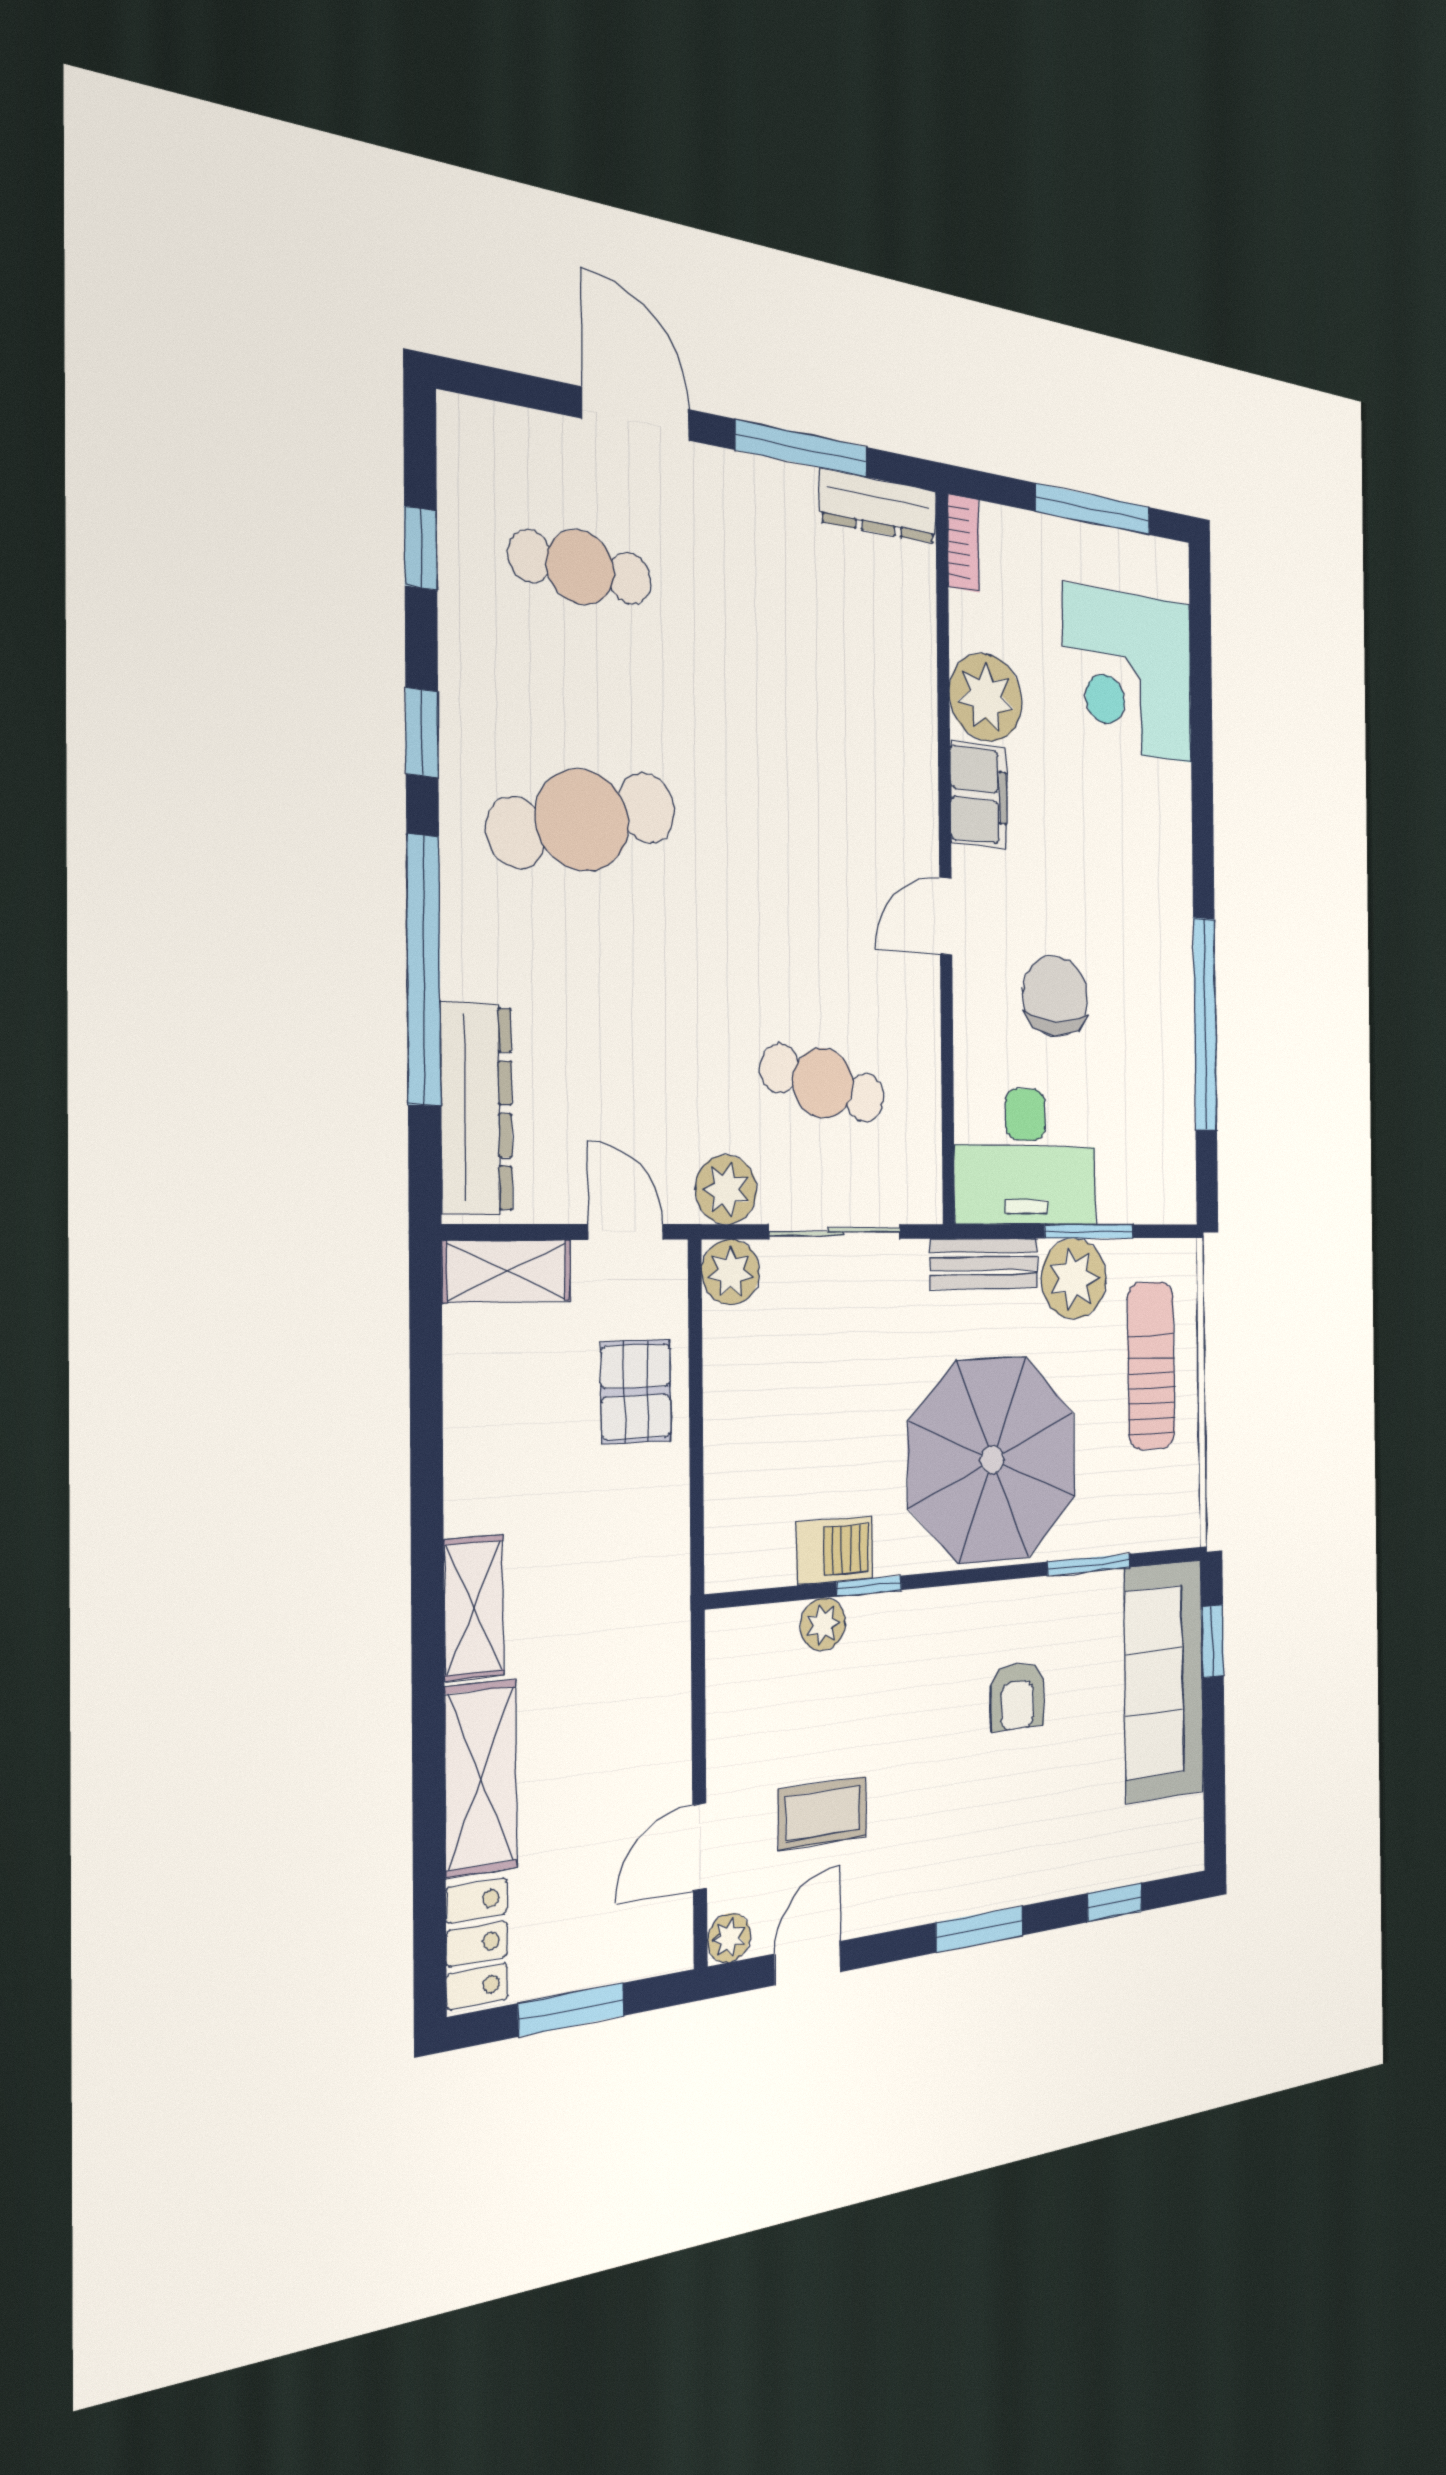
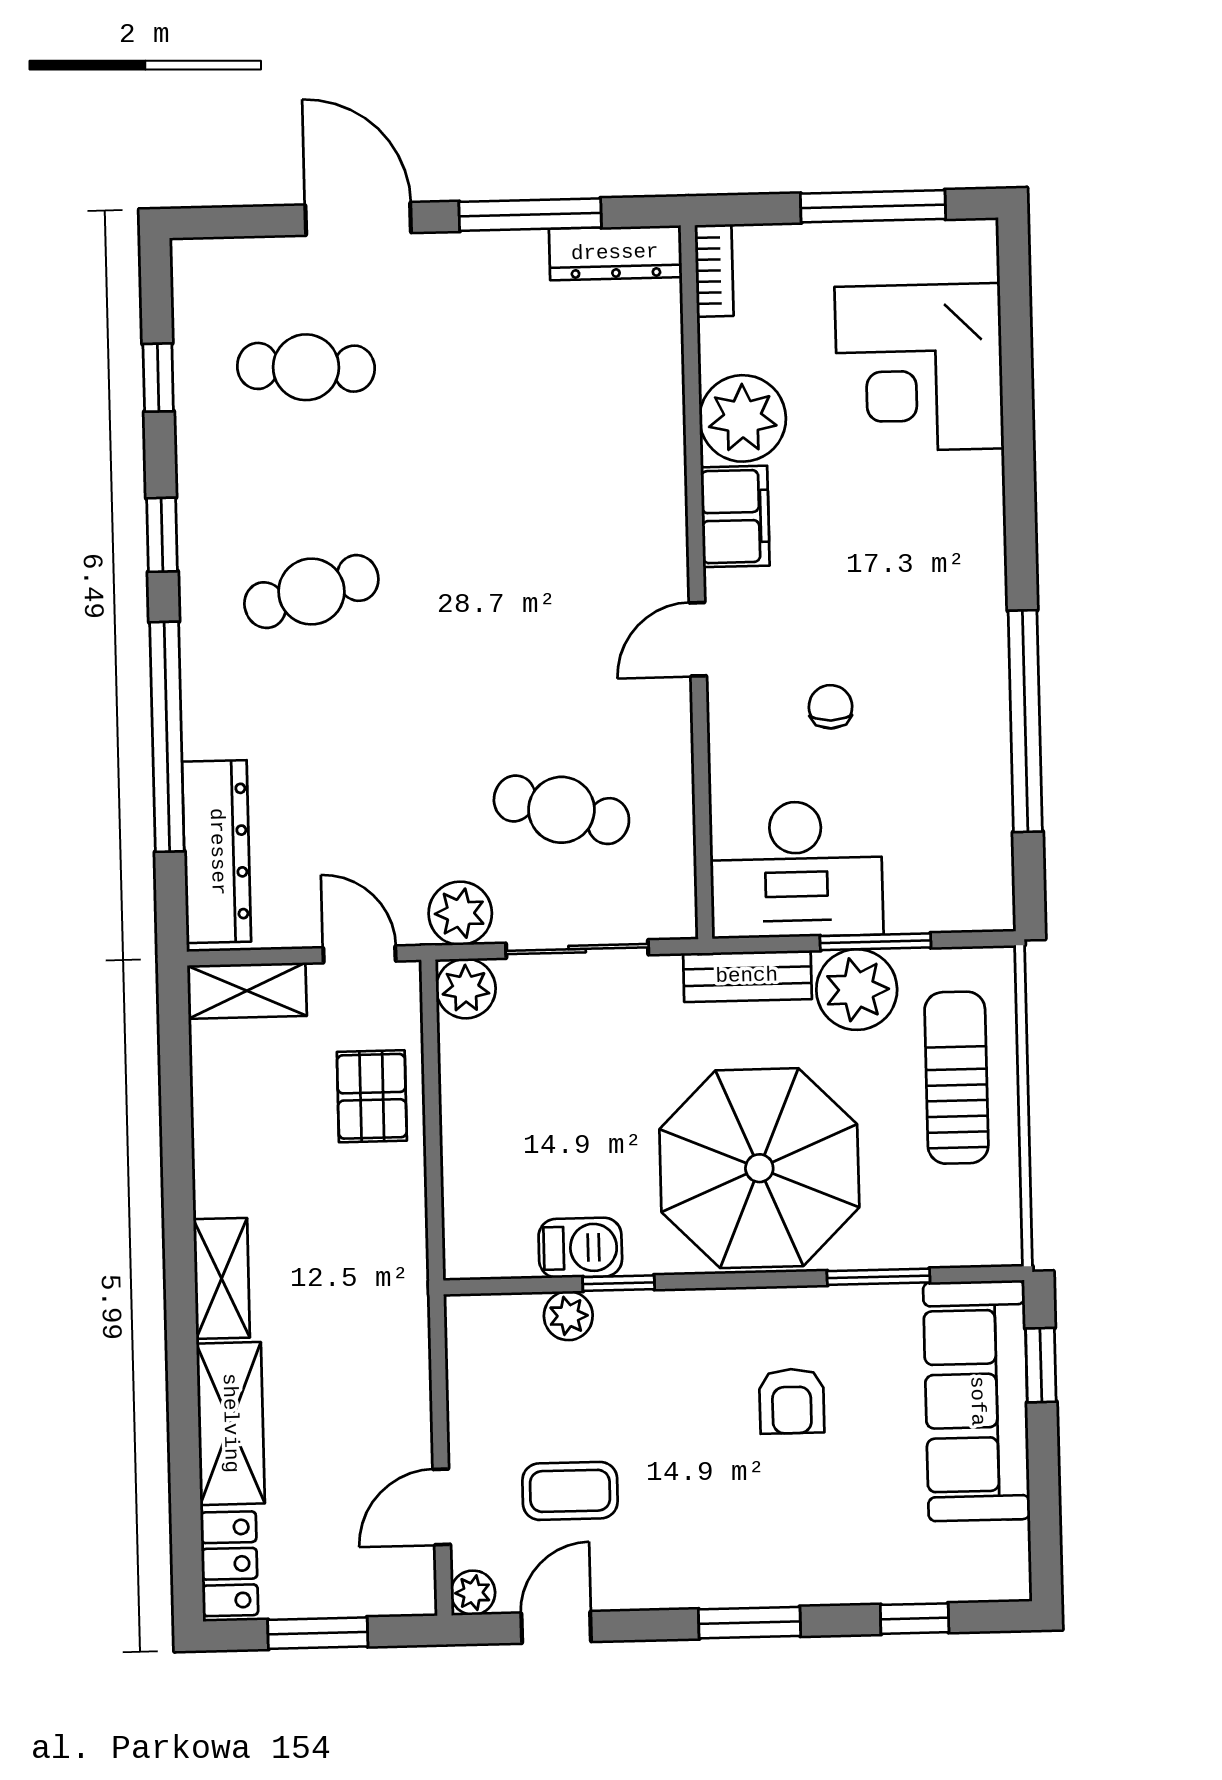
cafe table: (582, 820) -> (311, 592), width x0.73, depth x0.74
chair: (1055, 996) -> (831, 707), width x0.54, depth x0.54

